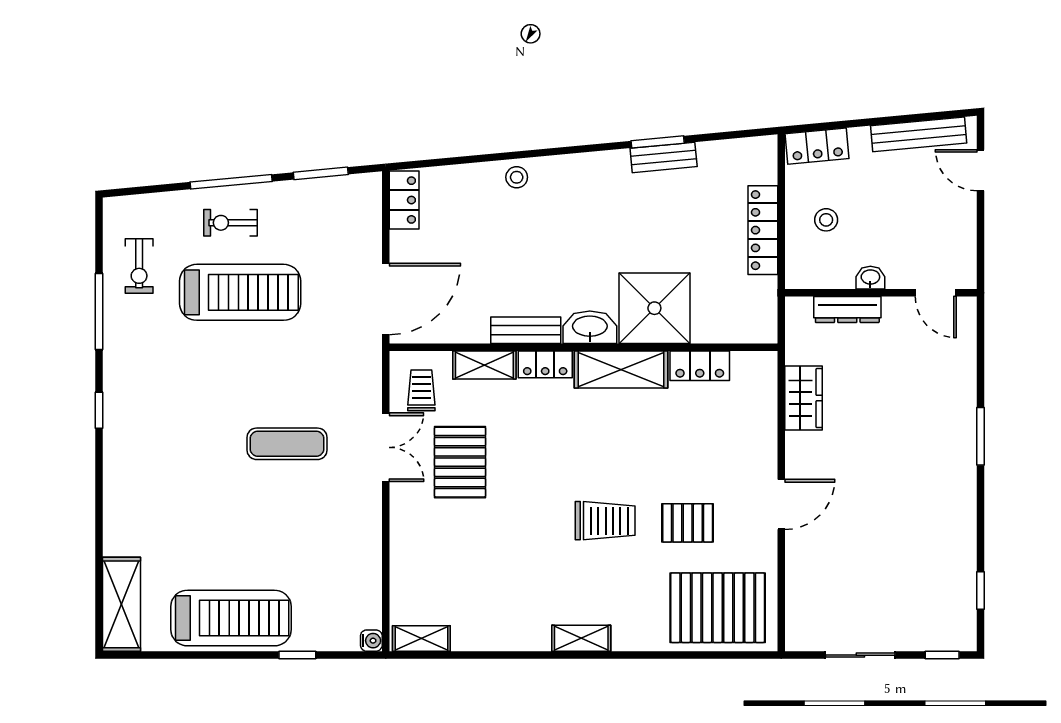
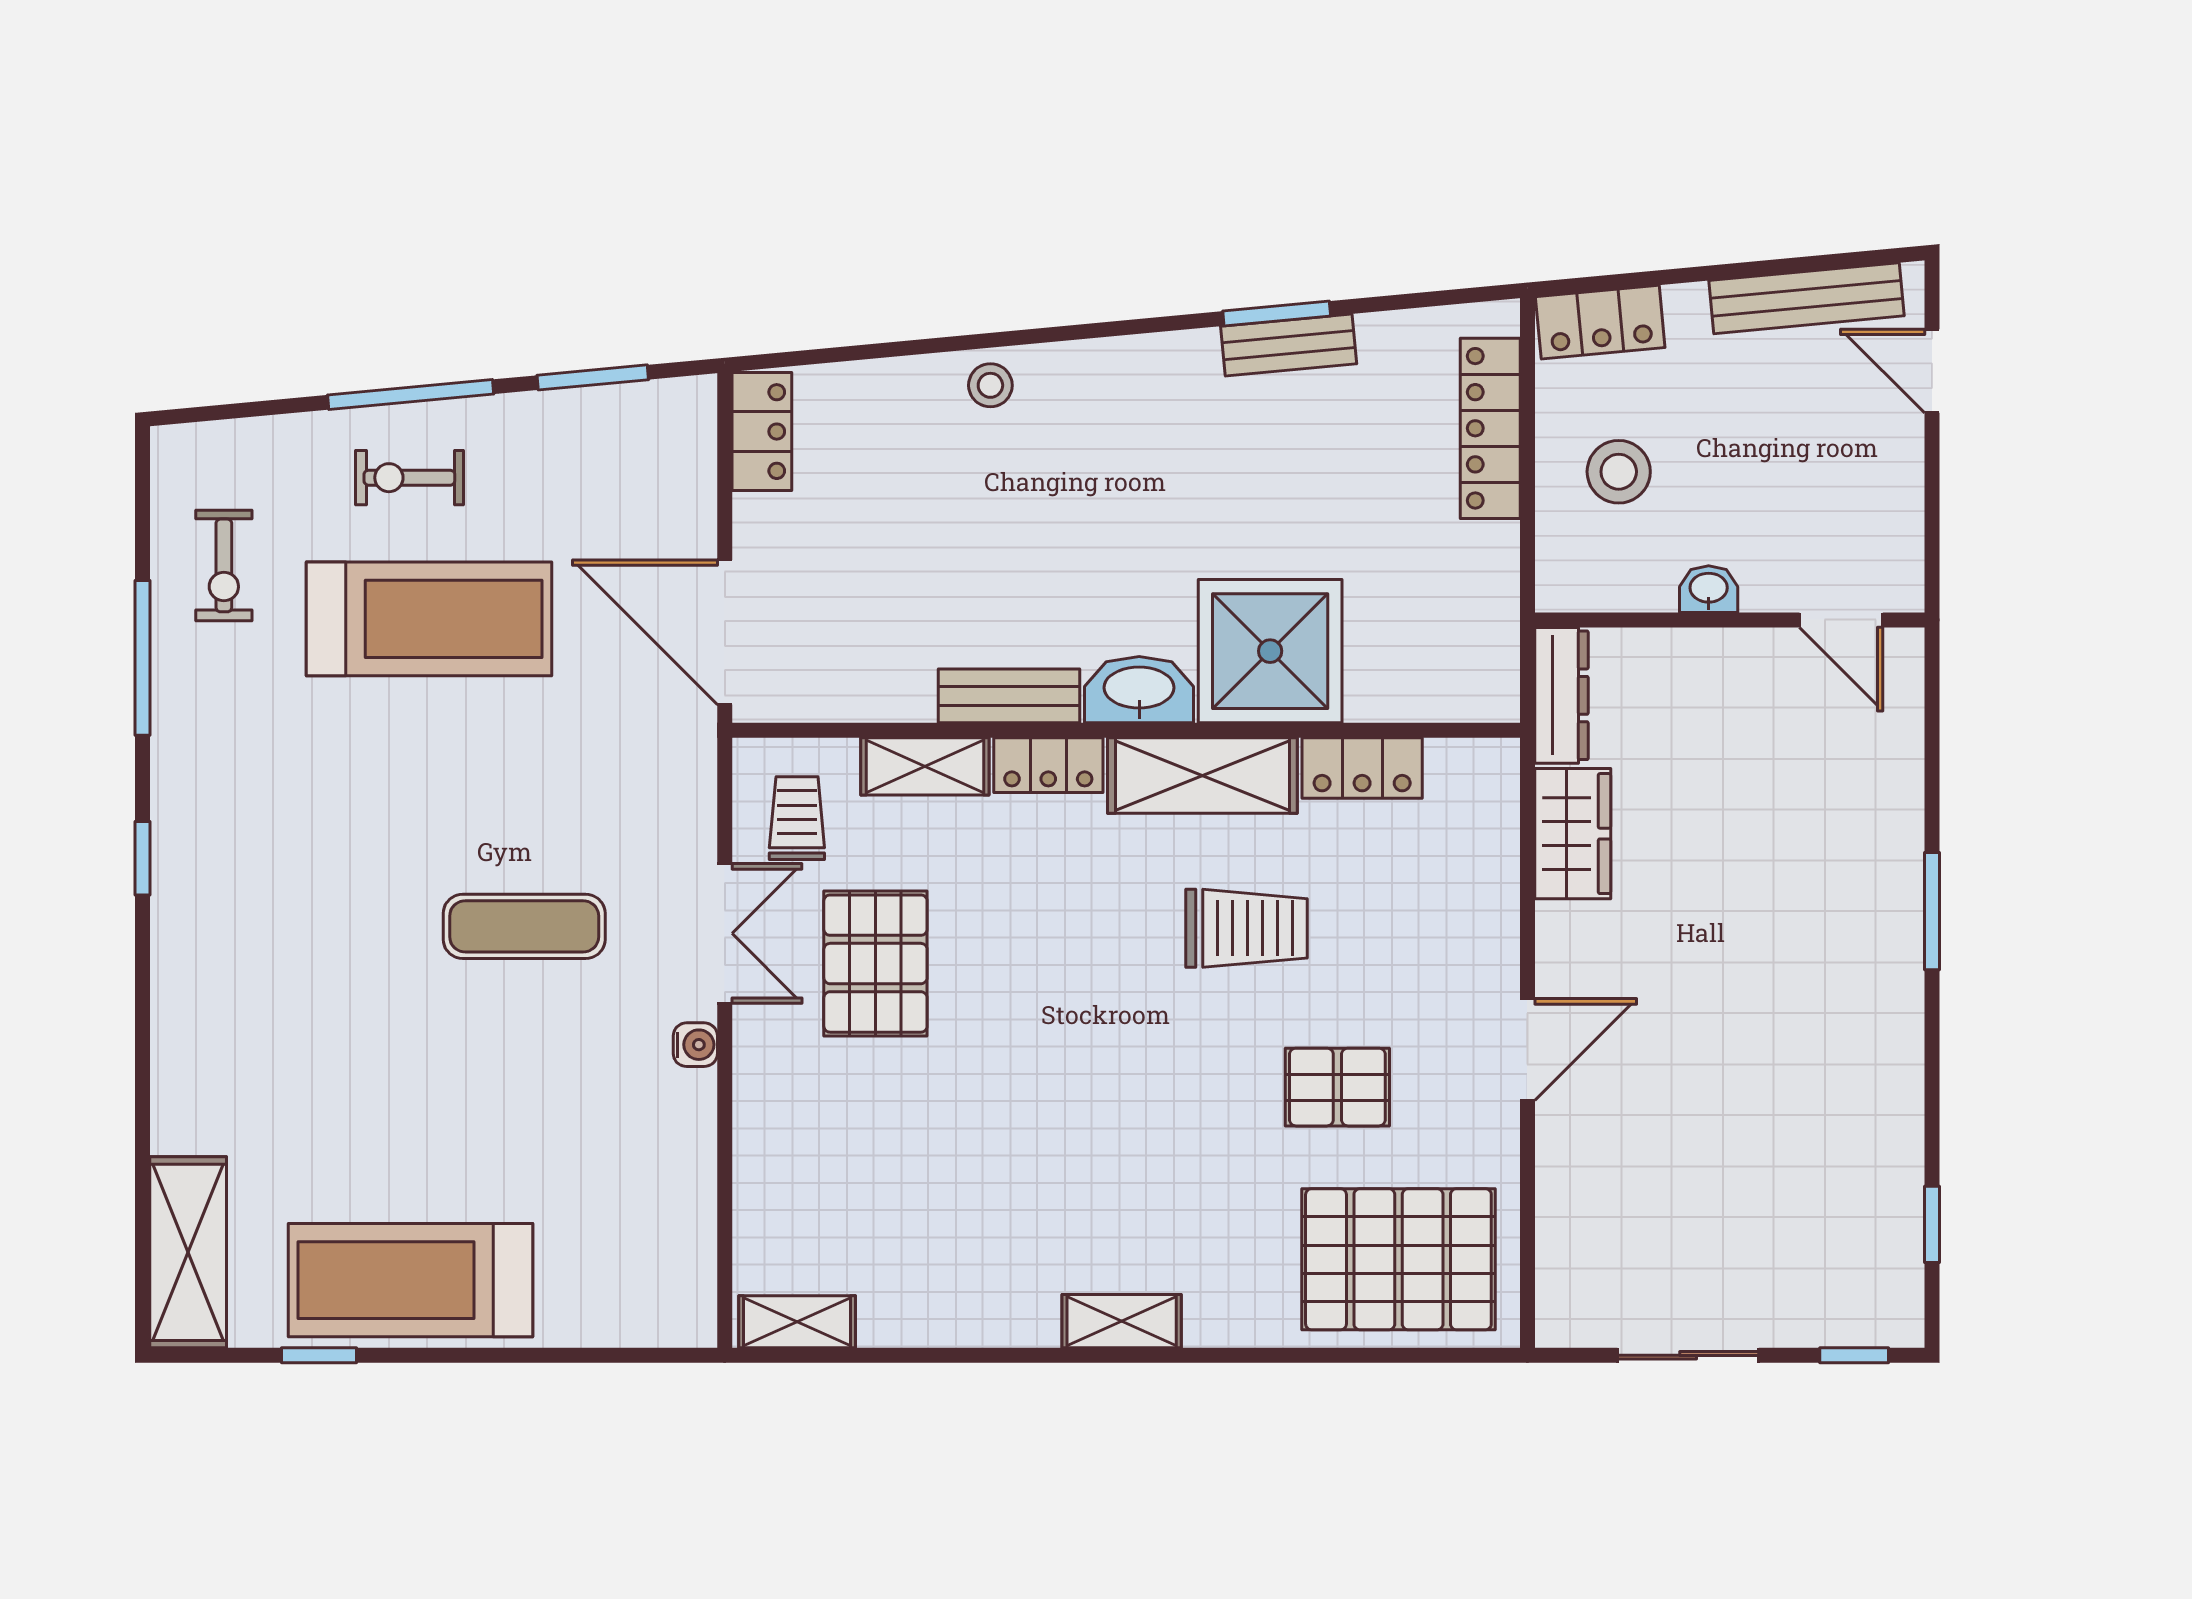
stool: (826, 220) -> (1619, 472), width x1.37, depth x1.37
locker: (763, 230) -> (1490, 428), moved
door: (386, 299) -> (725, 632), swing flipped
dresser: (847, 310) -> (1561, 695), moved, turned -90
trolley: (605, 521) -> (1246, 928), moved
treadmill: (231, 618) -> (410, 1280), turned 180
water cooler: (371, 641) -> (695, 1045), moved
window: (297, 655) -> (319, 1355), moved

